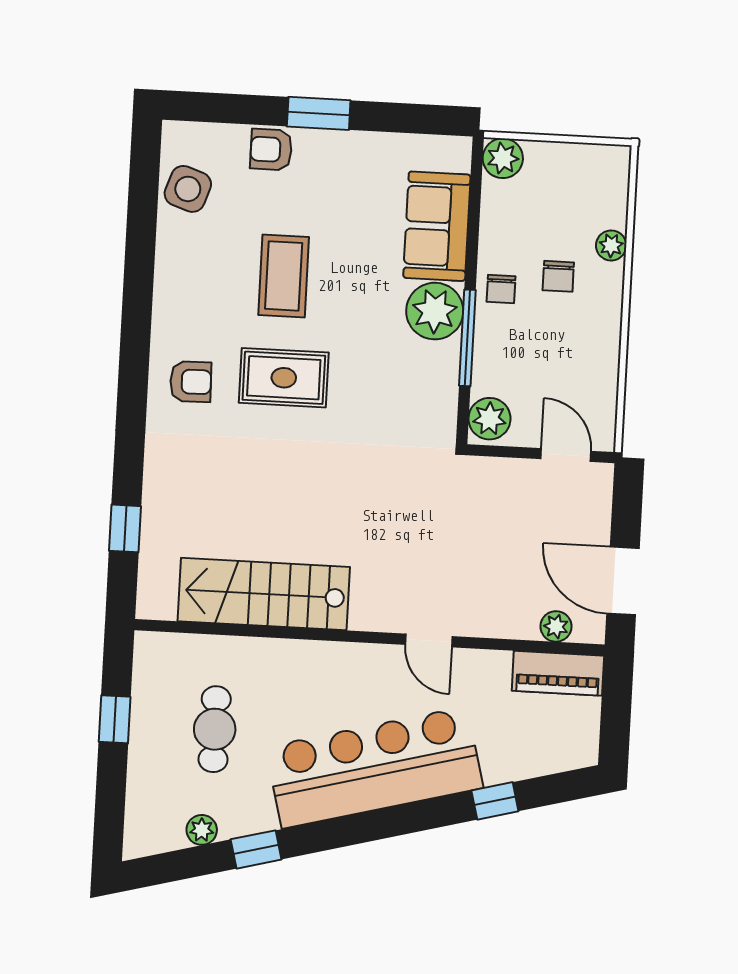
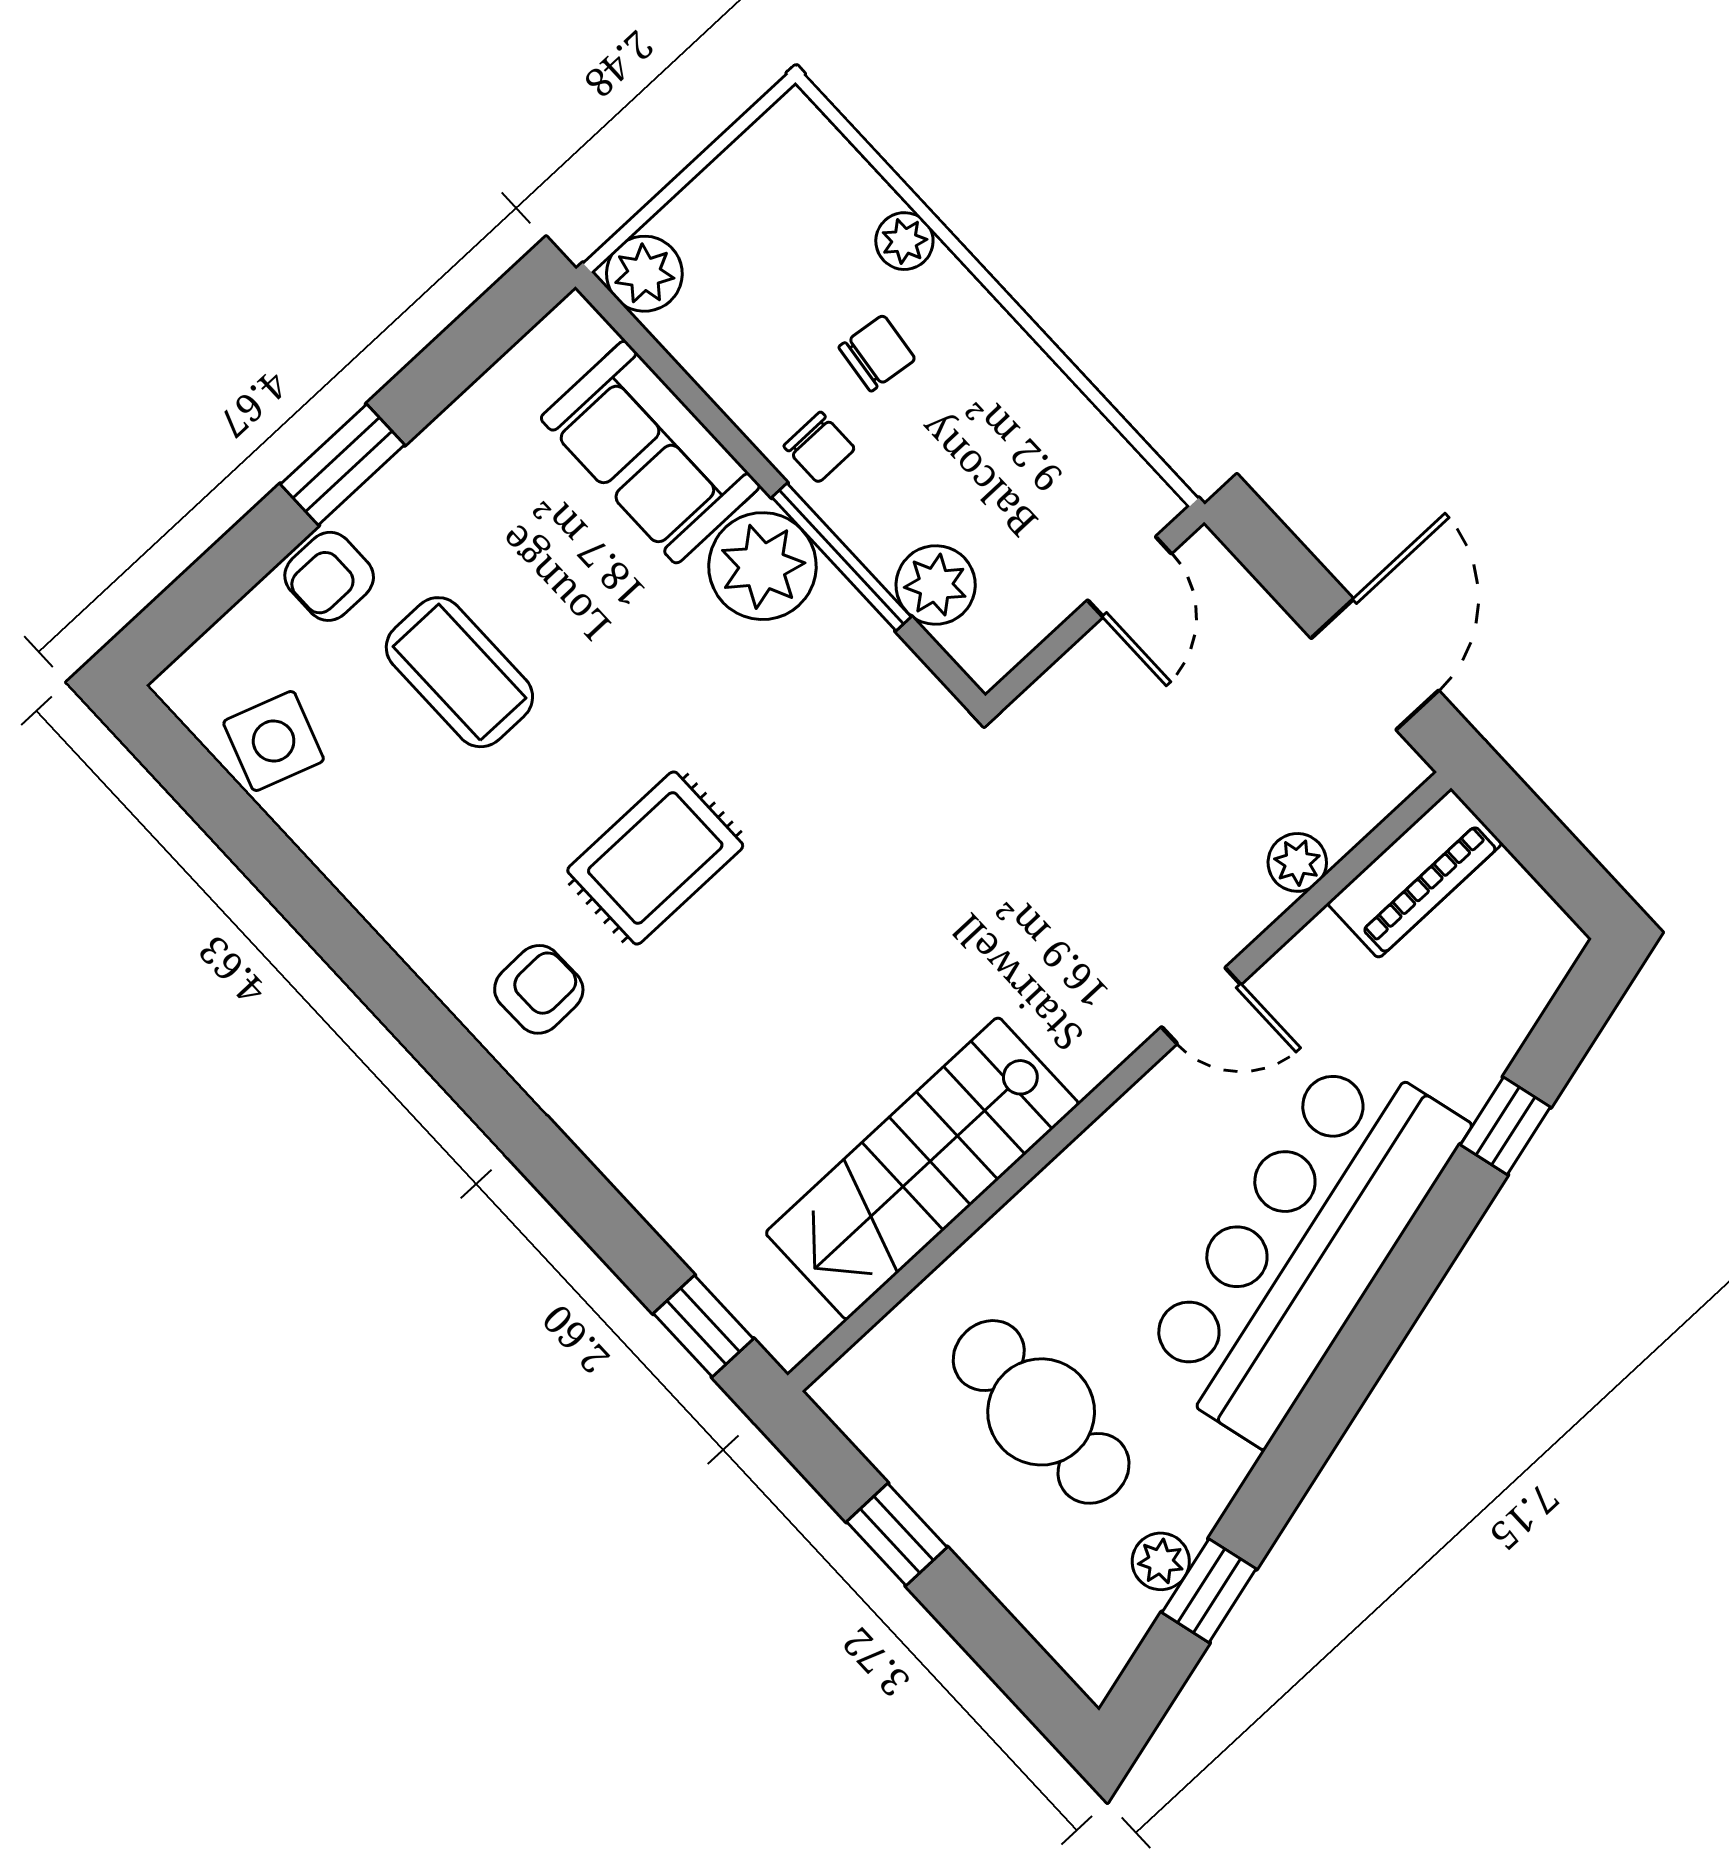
coffee table: (284, 276) -> (459, 672), moved
chair: (558, 276) -> (877, 353), turned -83
plant: (490, 419) -> (936, 585), moved
door: (566, 455) -> (1129, 577), swing flipped
window: (125, 528) -> (703, 1326), moved
door: (623, 581) -> (1375, 664), swing flipped
plant: (556, 626) -> (1297, 862), moved
cafe table: (215, 729) -> (1041, 1412), width x1.37, depth x1.35
window: (256, 849) -> (1209, 1591), moved

